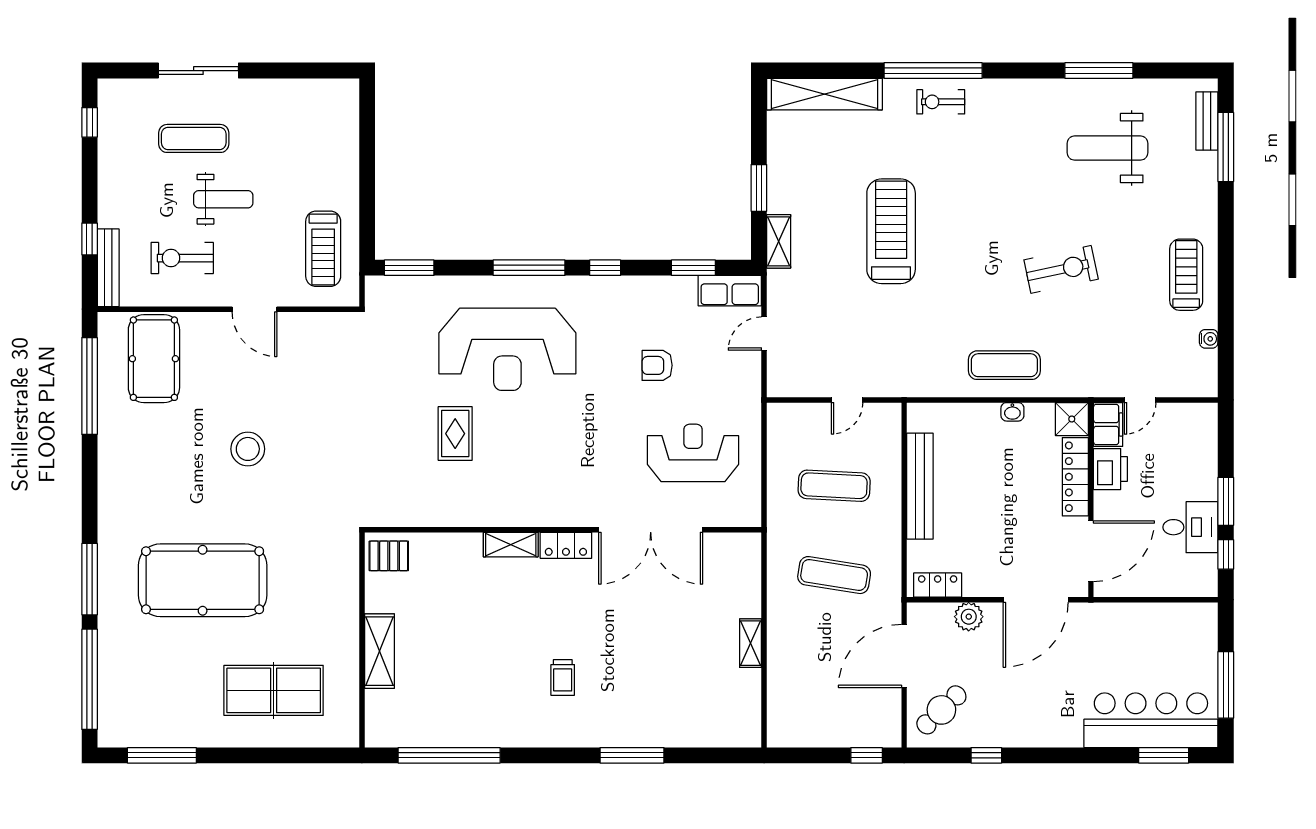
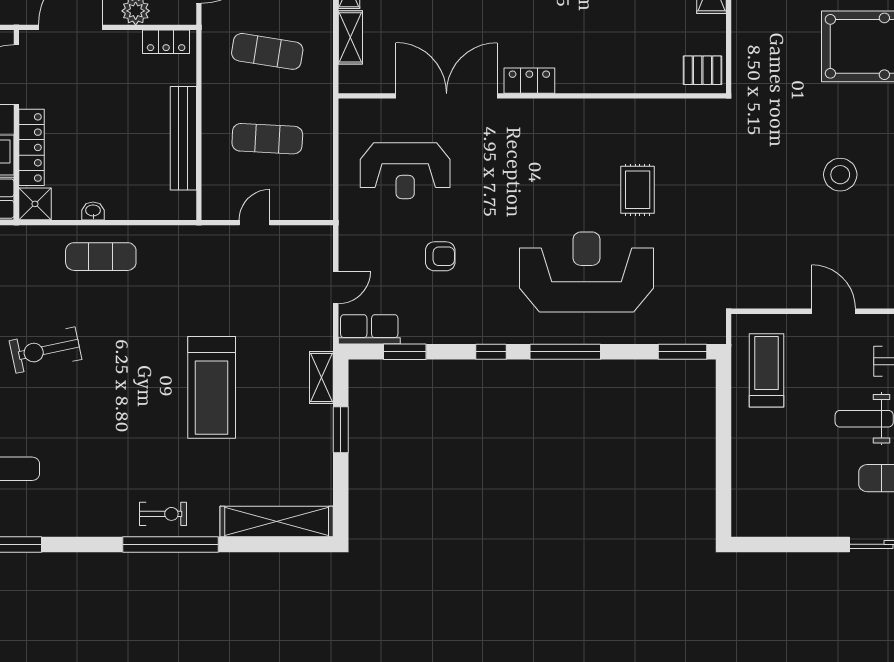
shelving: (511, 545) -> (350, 37), moved, turned 90

